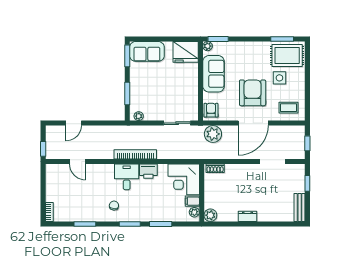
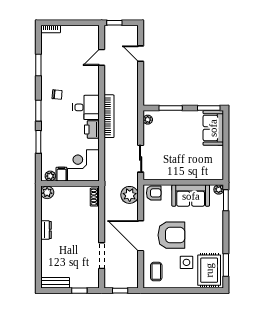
fridge: (186, 52) -> (213, 167), removed

